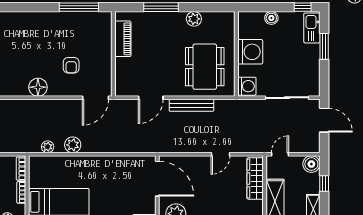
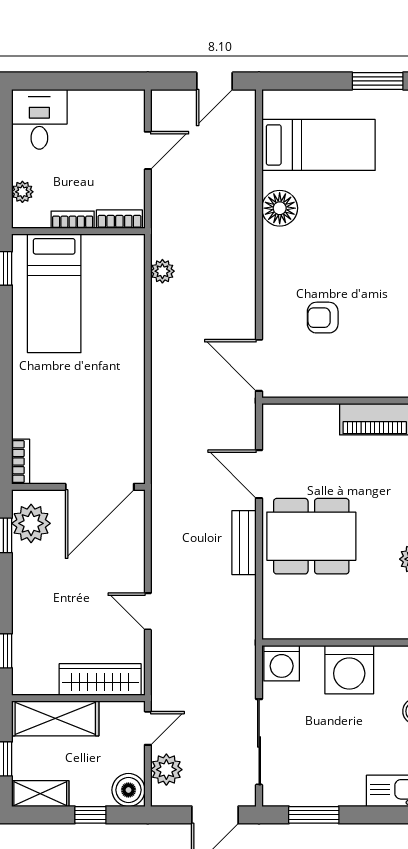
window: (324, 46) -> (314, 815), moved
dining table: (205, 67) -> (311, 536), moved
floor lamp: (38, 87) -> (280, 208), moved
bench: (191, 105) -> (244, 543), width x0.73
plant: (73, 145) -> (166, 770), moved
door: (280, 154) -> (148, 728), hinge flipped

